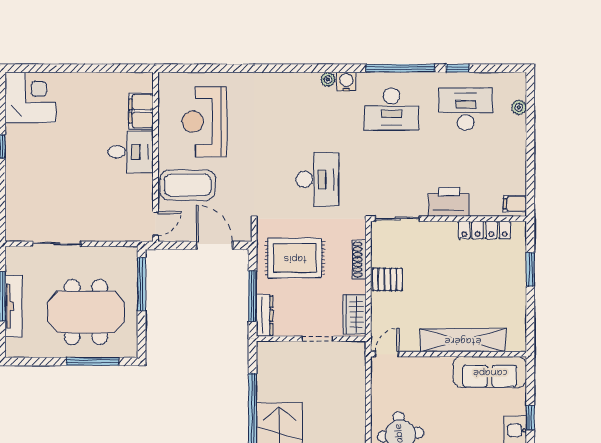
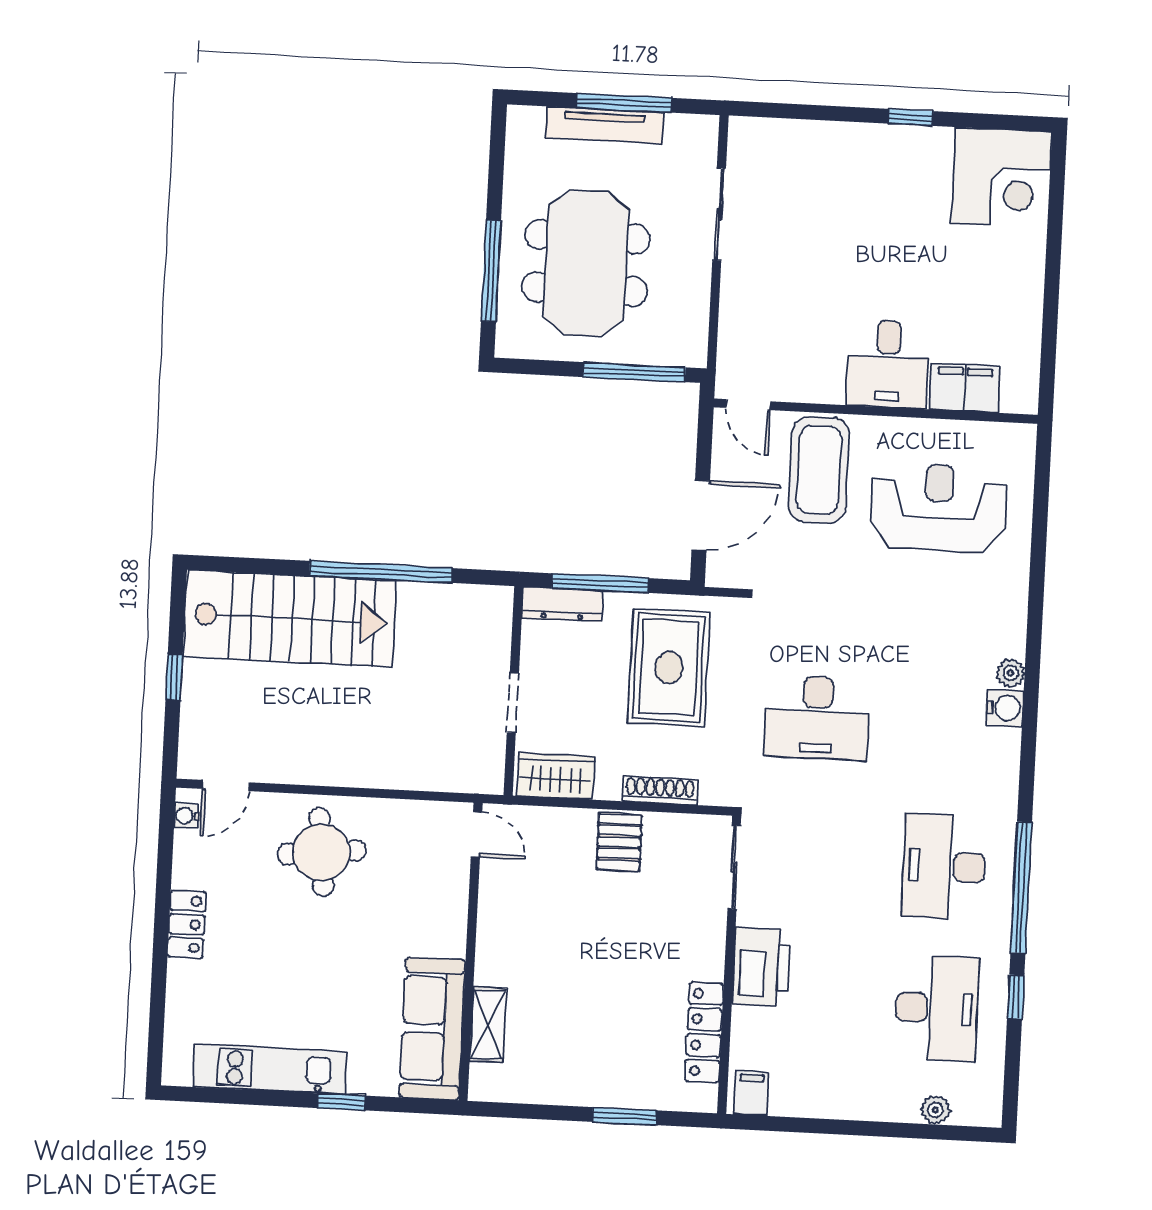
plant: (328, 80) -> (1011, 673), moved
water cooler: (346, 82) -> (1005, 708), moved
shelving: (463, 340) -> (488, 1024), width x0.45, depth x0.75

